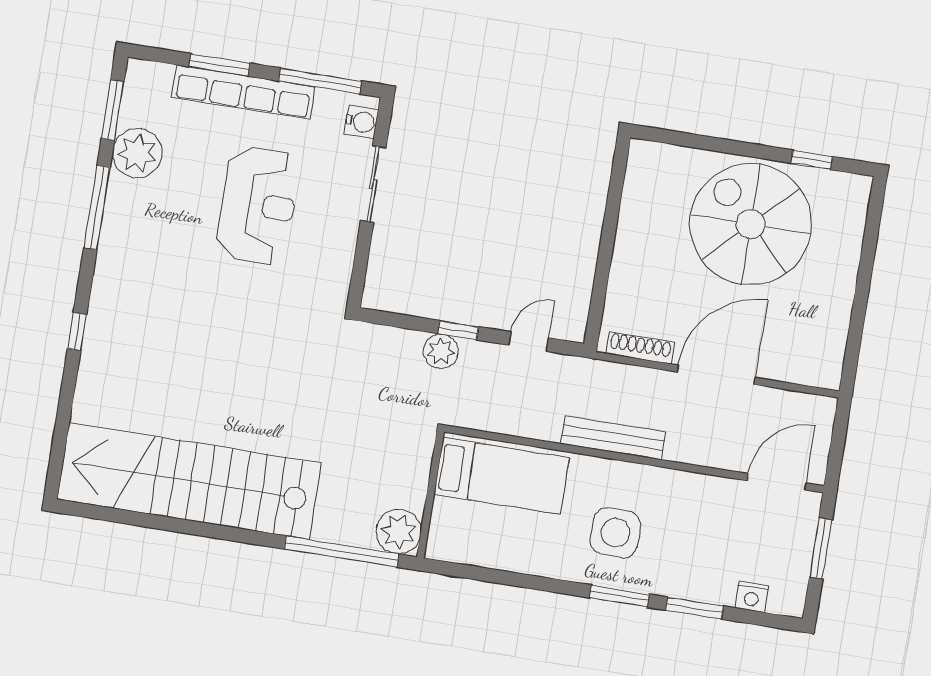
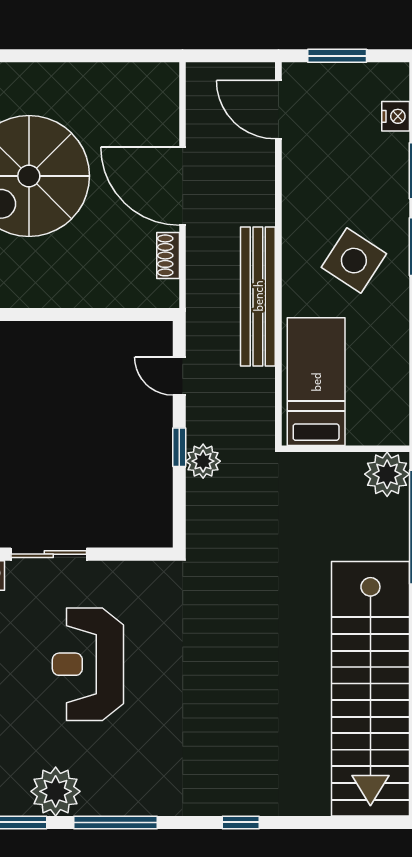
reception desk: (258, 205) -> (88, 664), turned -90
shoe rack: (640, 348) -> (168, 255), width x0.70
bench: (613, 438) -> (258, 296), width x1.37, depth x1.21
side table: (615, 533) -> (354, 261), turned 33

